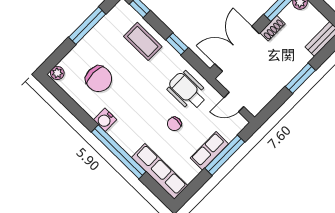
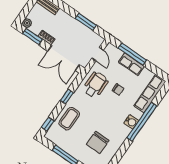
window: (300, 78) -> (86, 22), moved
chair: (99, 79) -> (98, 142), turned 180
wheelchair: (187, 91) -> (96, 85), turned 180
water cooler: (105, 120) -> (131, 122), moved

